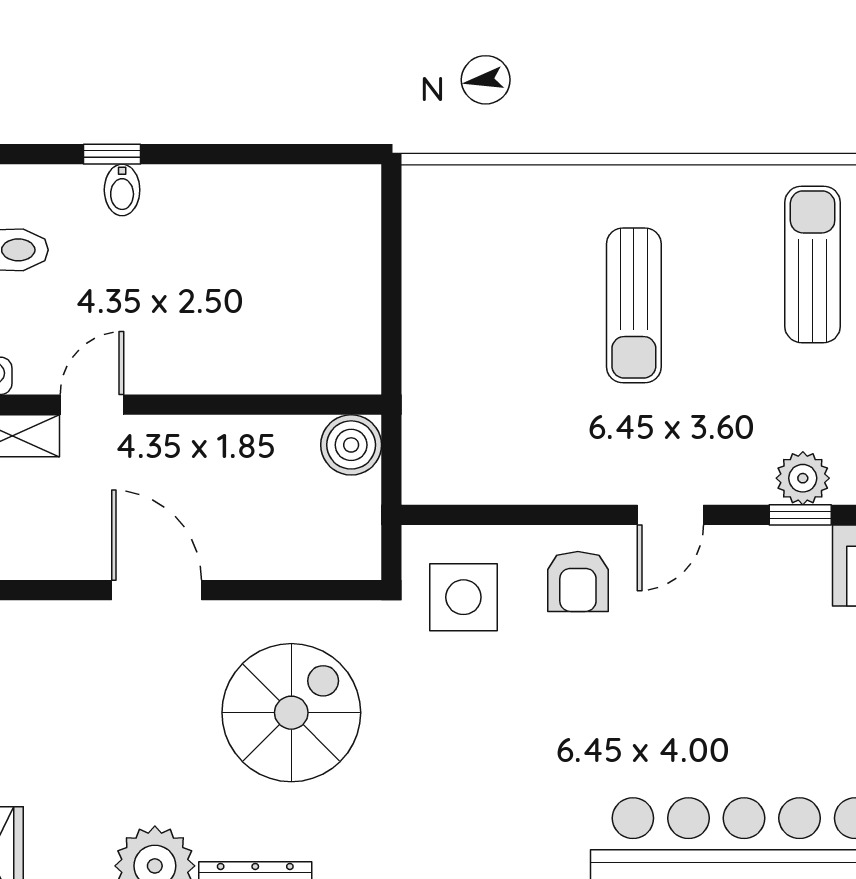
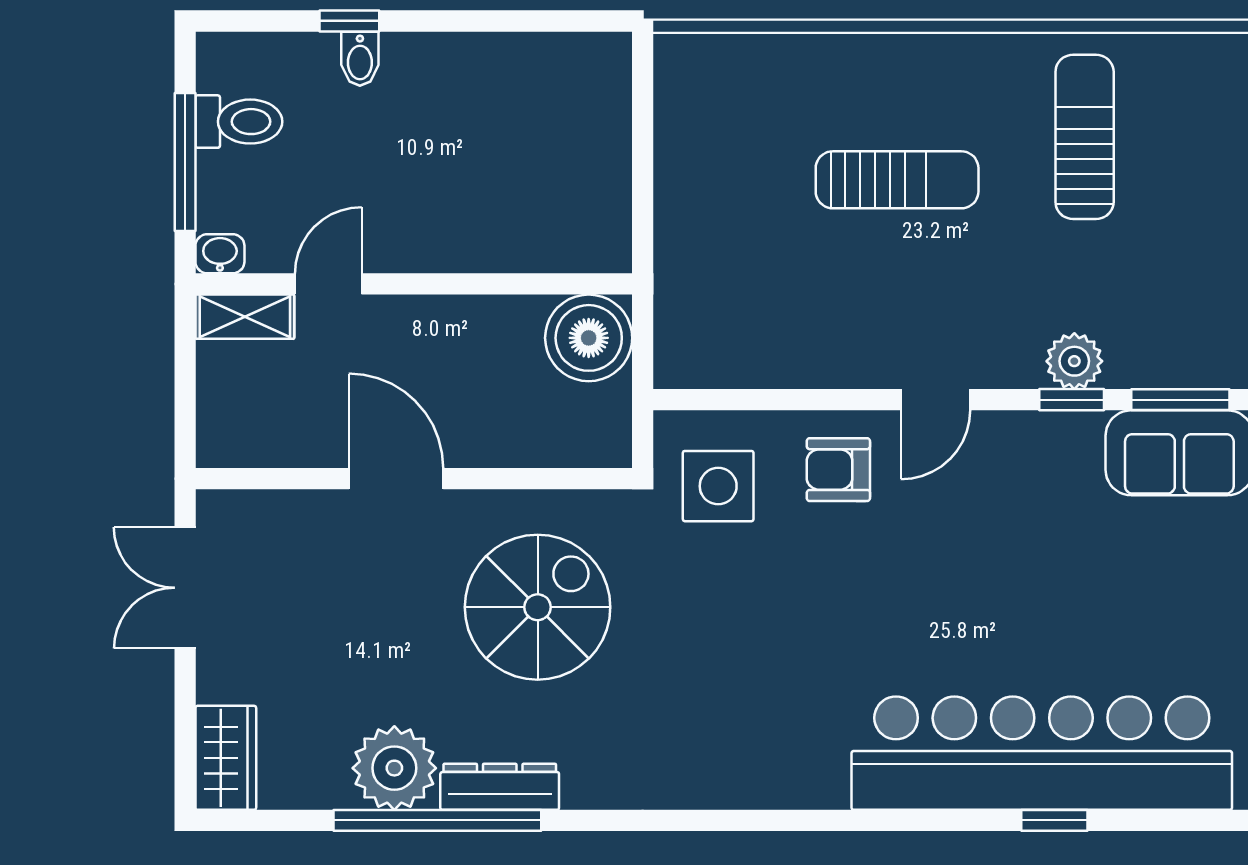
sun lounger: (634, 305) -> (897, 180), turned -90
boiler: (351, 445) -> (589, 338), width x1.37, depth x1.37
armchair: (578, 582) -> (838, 470), turned 90

